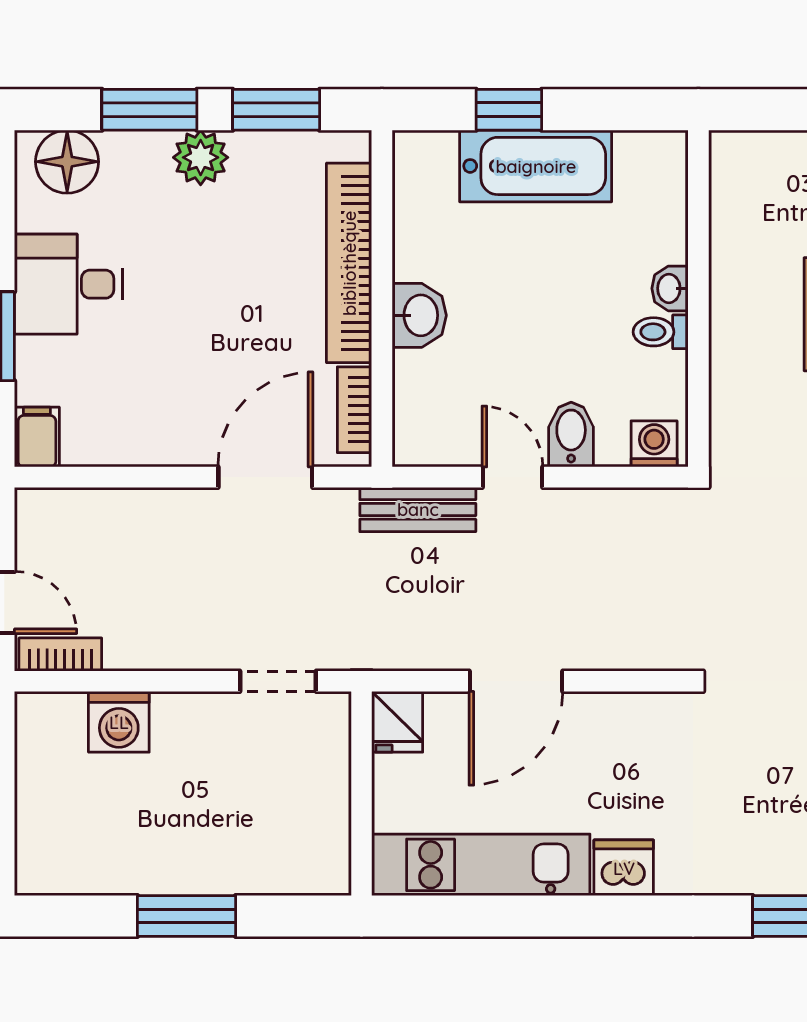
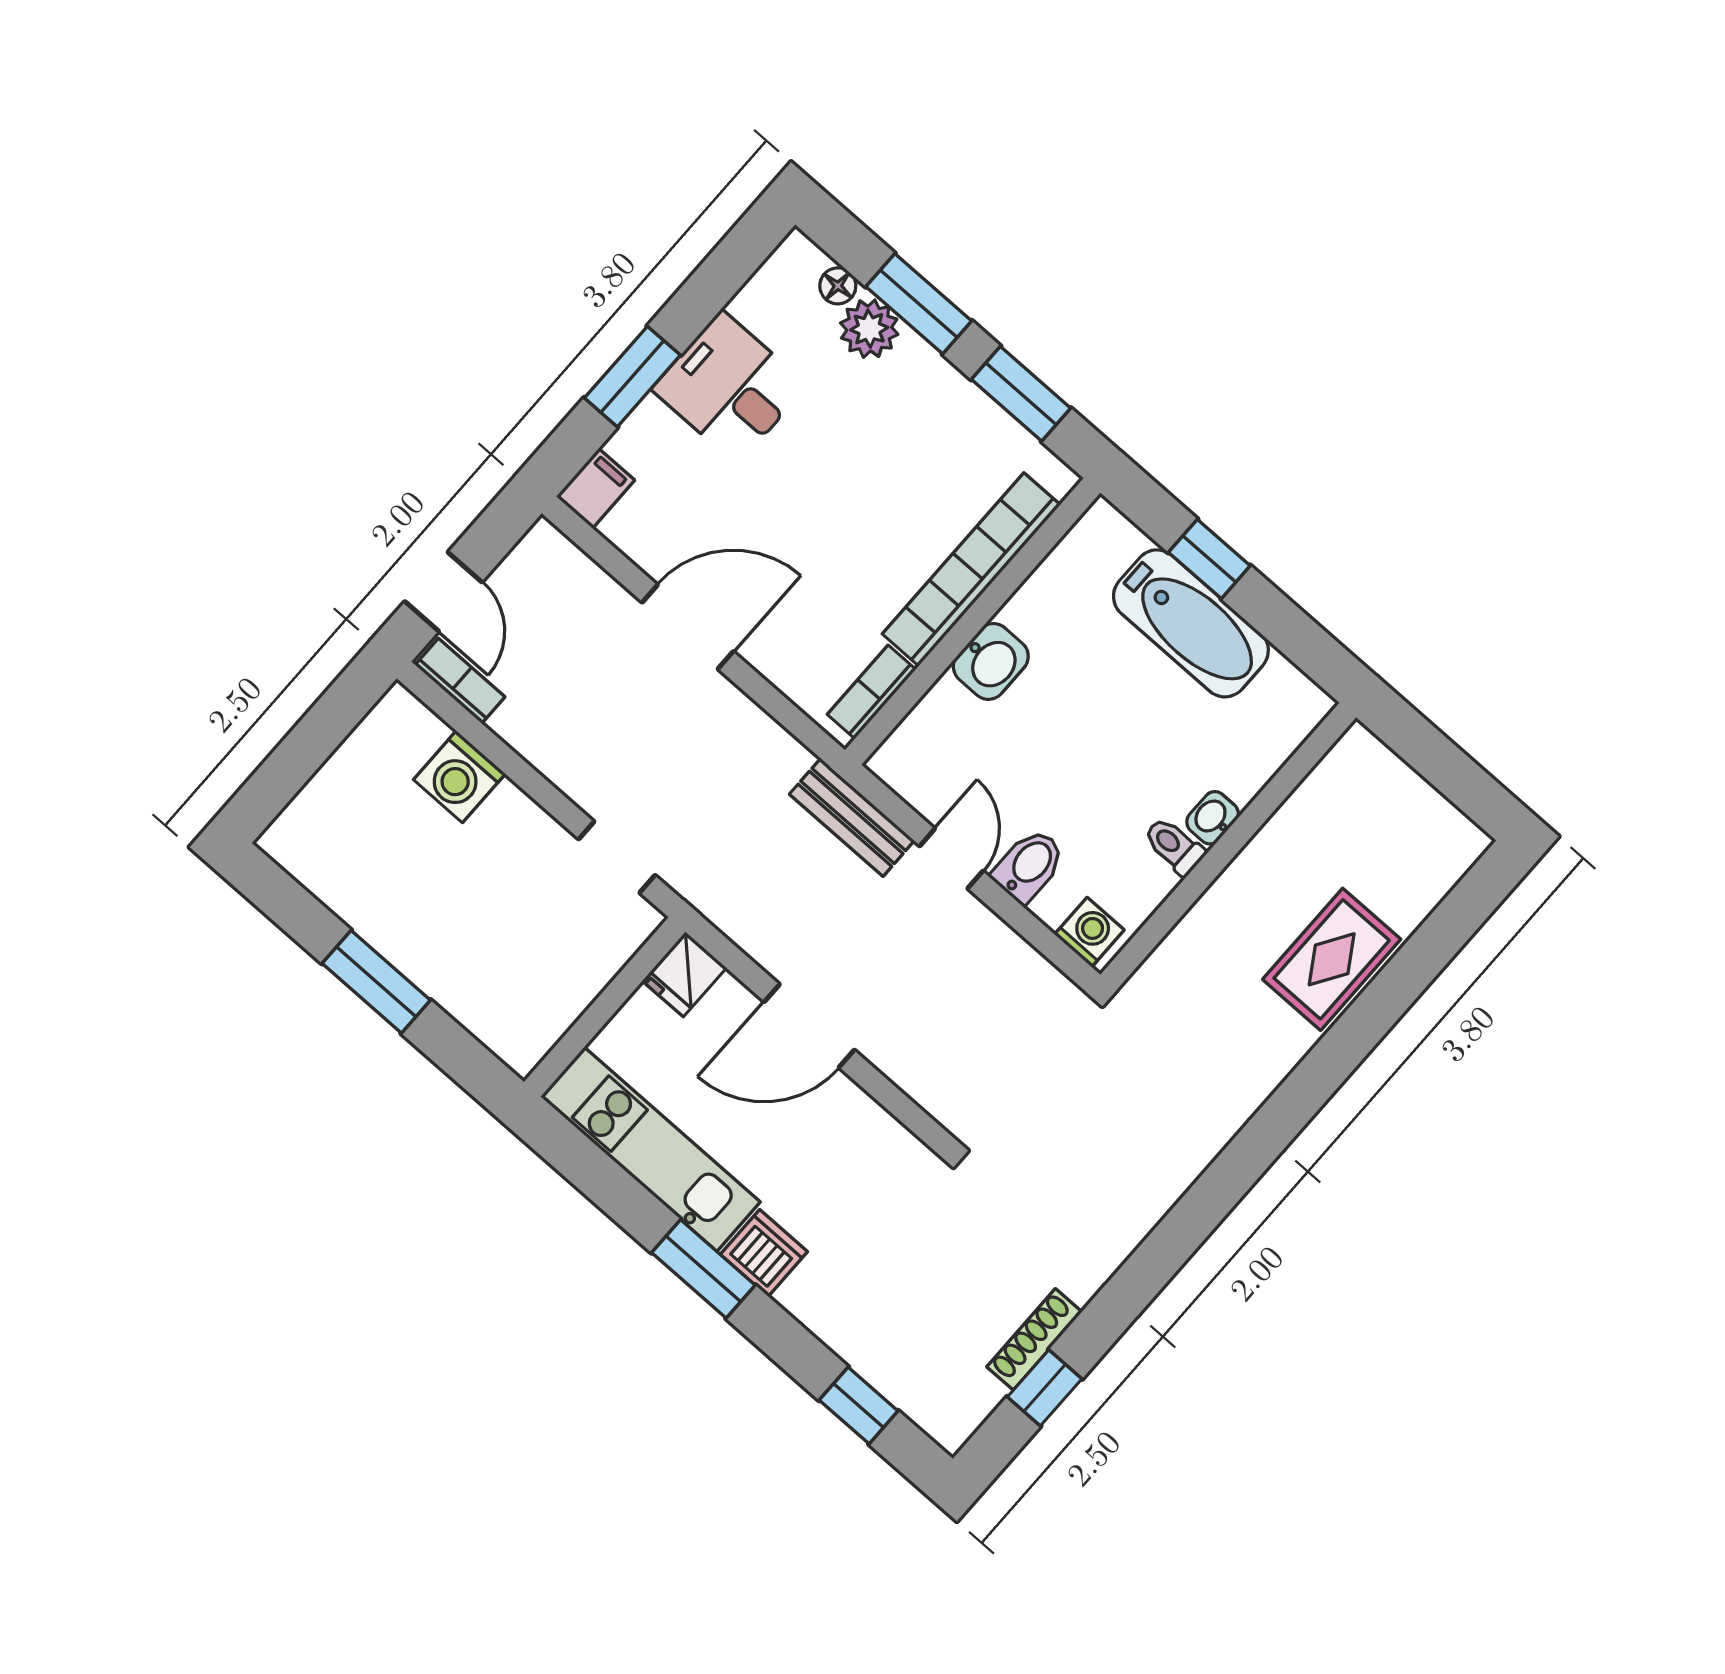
plant: (201, 157) -> (869, 329), moved
floor lamp: (67, 162) -> (838, 286), width x0.53, depth x0.53
door: (265, 477) -> (688, 627), moved
window: (591, 916) -> (703, 1269), added

